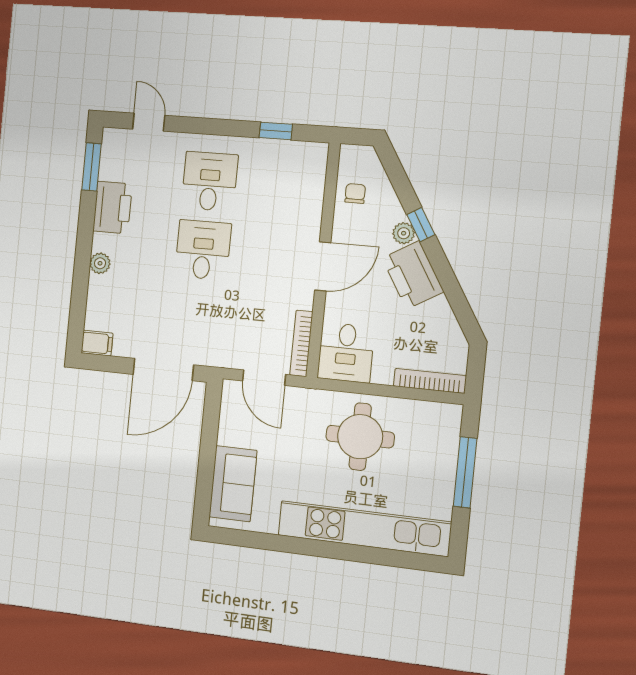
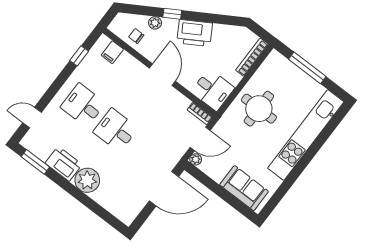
plant: (404, 233) -> (155, 23), moved
plant: (100, 263) -> (87, 180), width x1.88, depth x1.88
filing cabinet: (97, 343) -> (112, 52), moved, turned 180
bookcase: (301, 343) -> (200, 114), width x0.64
door: (163, 370) -> (164, 189), hinge flipped
plant: (231, 389) -> (196, 159), added

